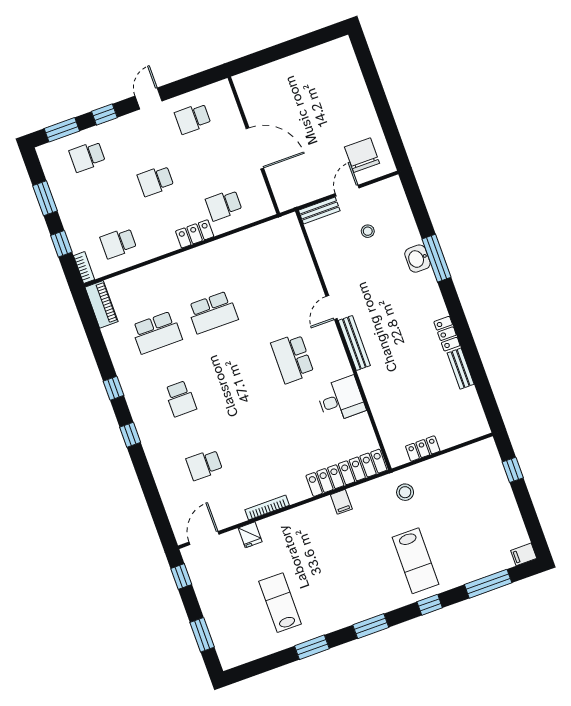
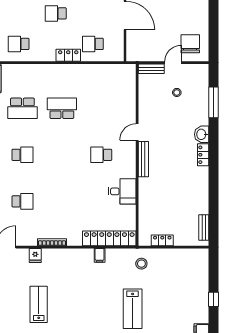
window: (436, 258) -> (214, 102), moved
washbasin: (417, 259) -> (202, 134), moved
school desk: (213, 312) -> (62, 108), turned 180
locker: (447, 334) -> (203, 155), moved
school desk: (292, 358) -> (101, 155), width x0.54
bench: (461, 369) -> (204, 228), moved
school desk: (180, 399) -> (22, 155), turned -90
school desk: (204, 465) -> (22, 201), turned 180
window: (513, 470) -> (214, 299), moved

